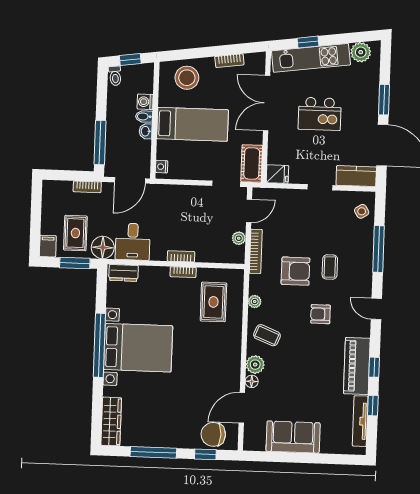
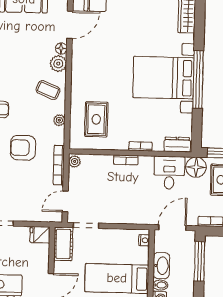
washbasin: (146, 131) -> (161, 266), width x1.91, depth x1.45
plant: (239, 238) -> (75, 161), moved
bookcase: (183, 272) -> (140, 146), moved

